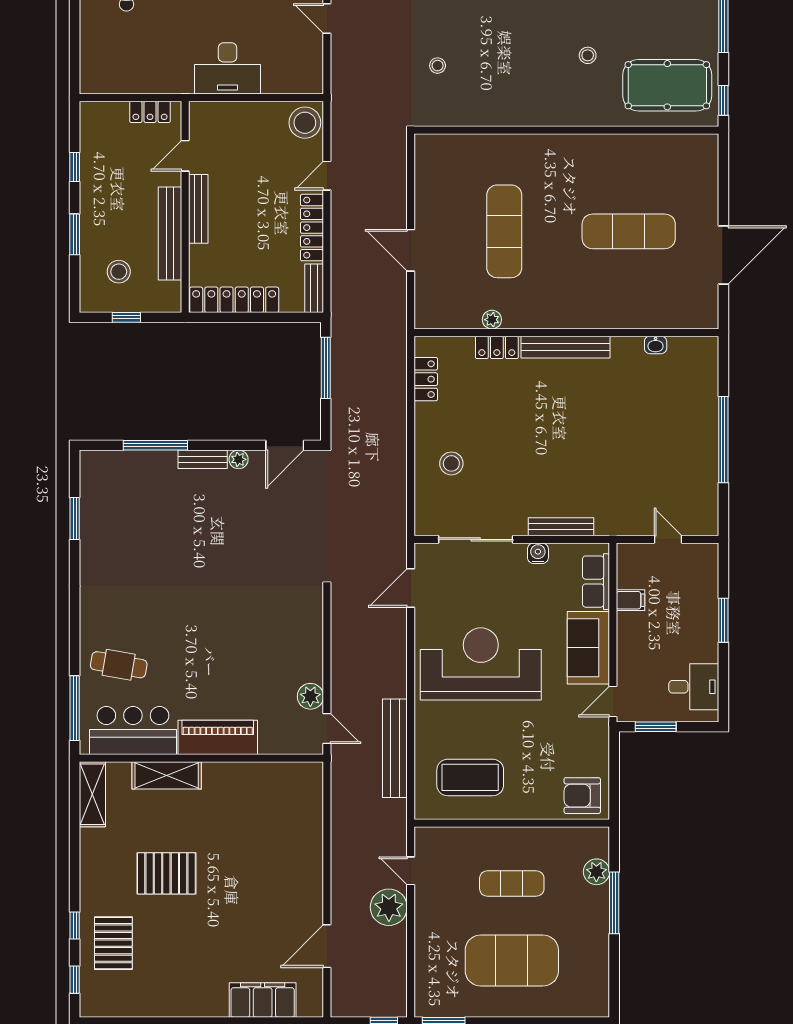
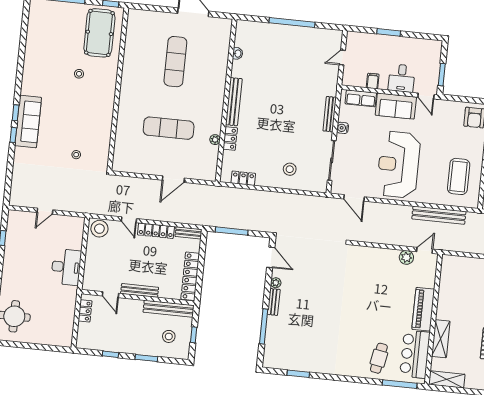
bench: (170, 233) -> (169, 309), moved
desk: (694, 687) -> (402, 78), moved, turned 180

